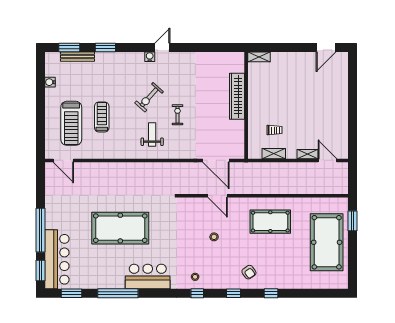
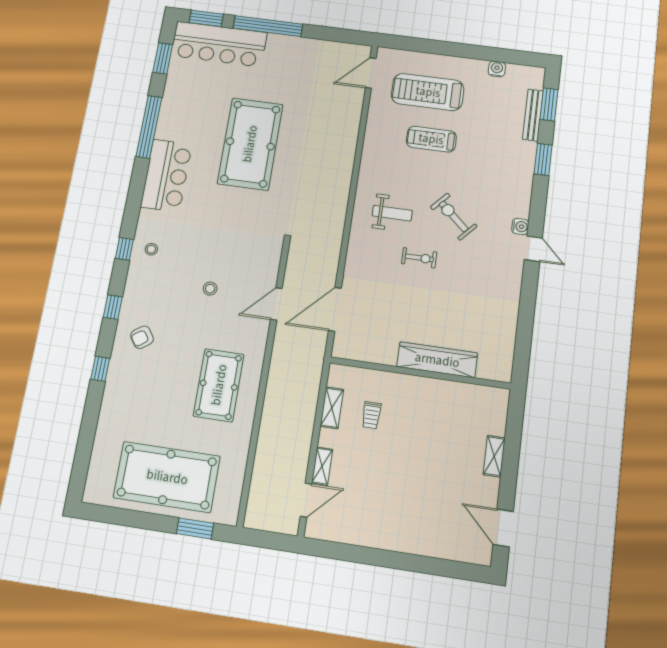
shelving: (259, 57) -> (494, 456), moved
treadmill: (102, 117) -> (431, 139), turned 180

